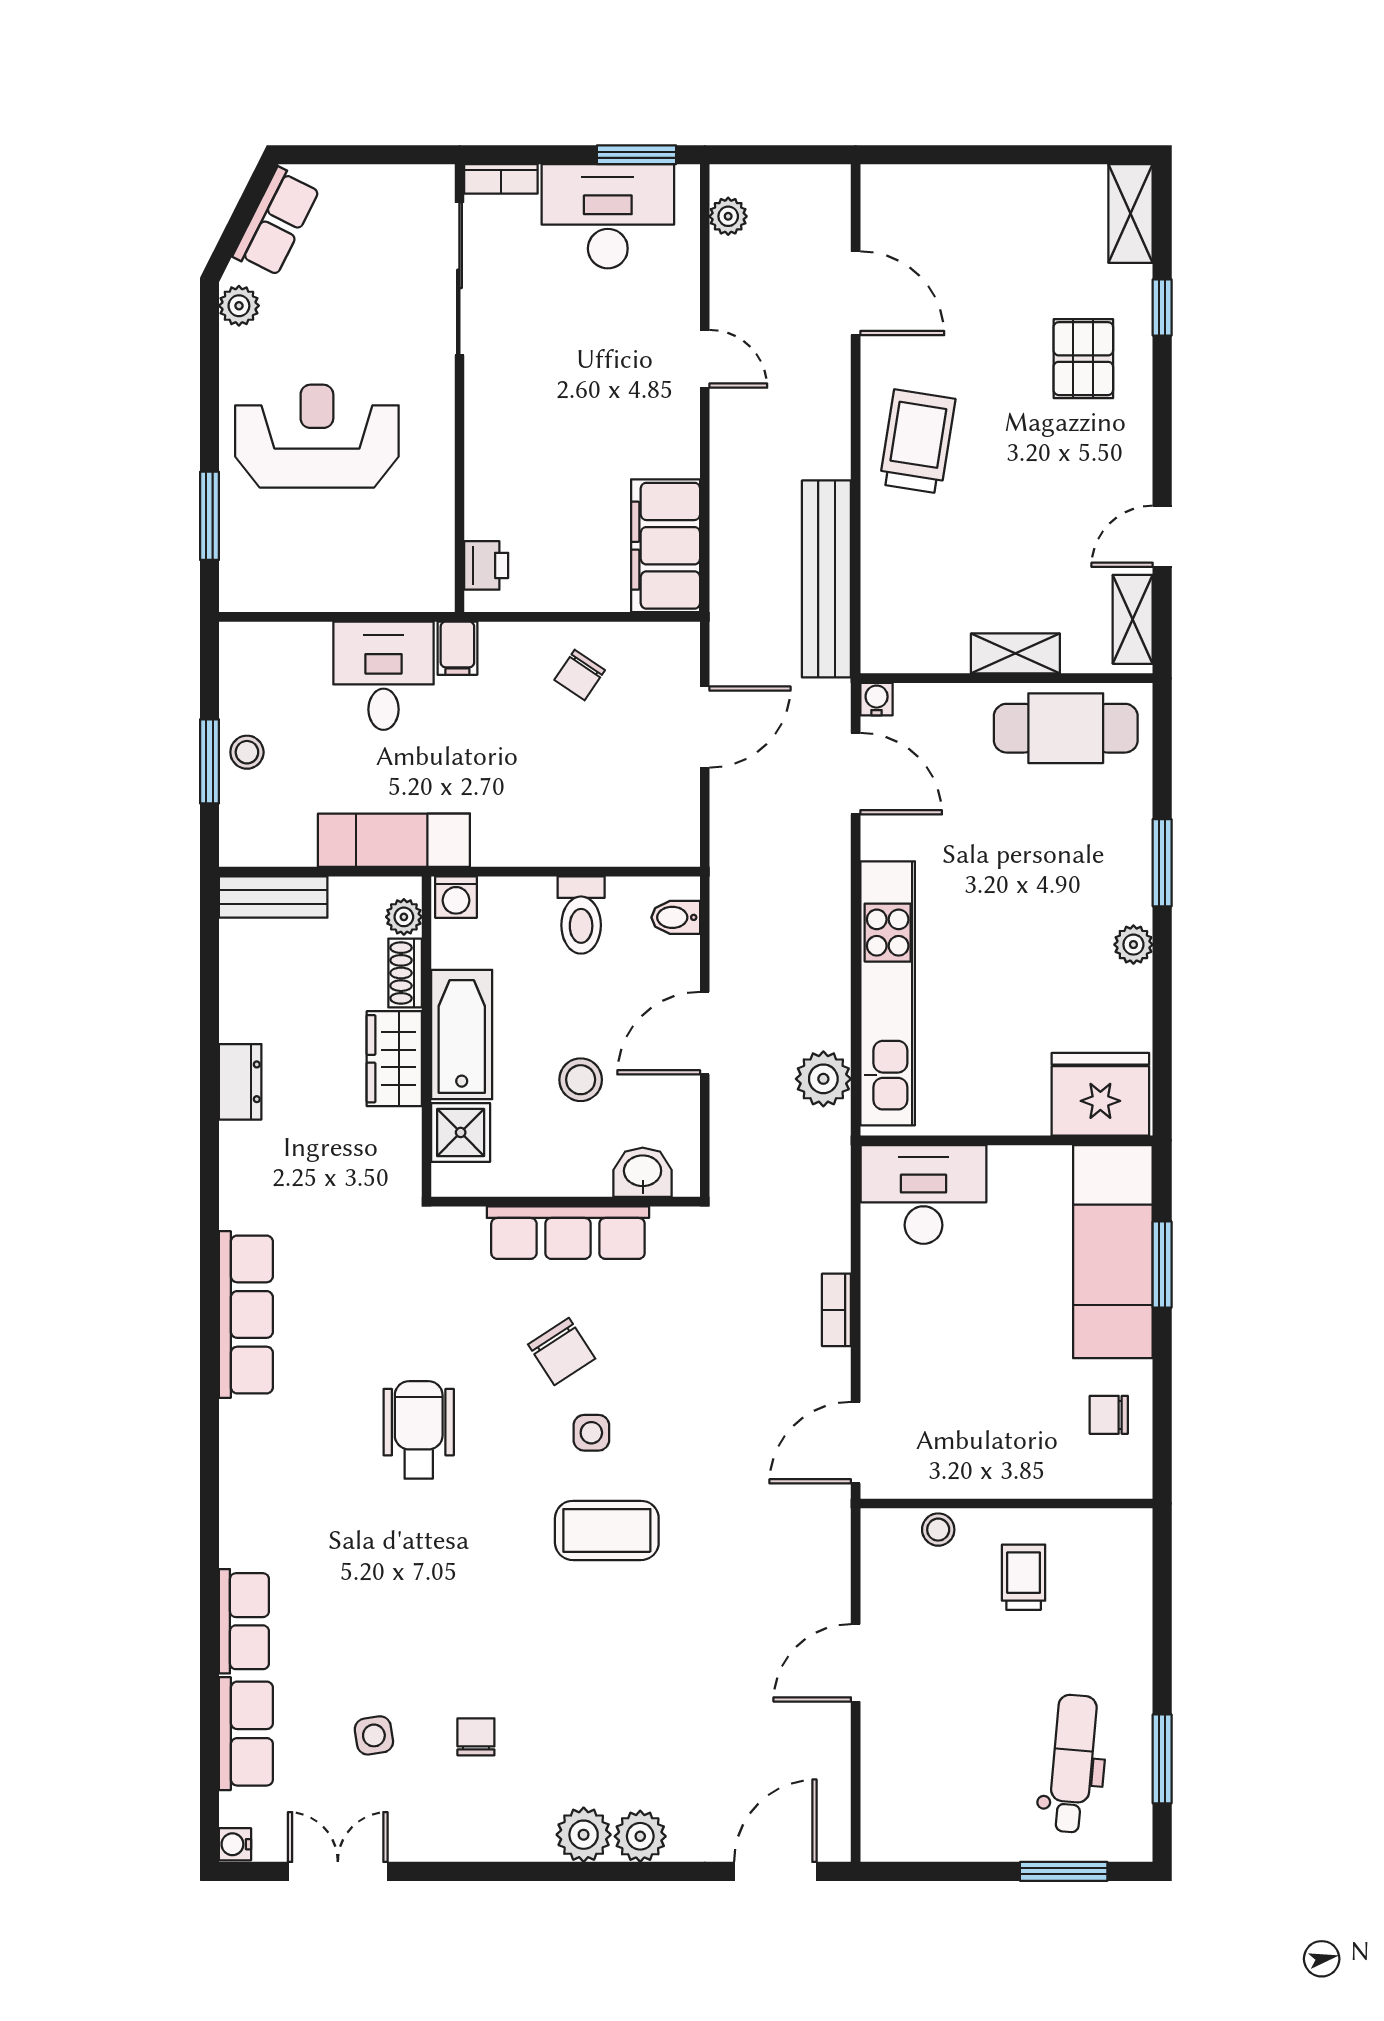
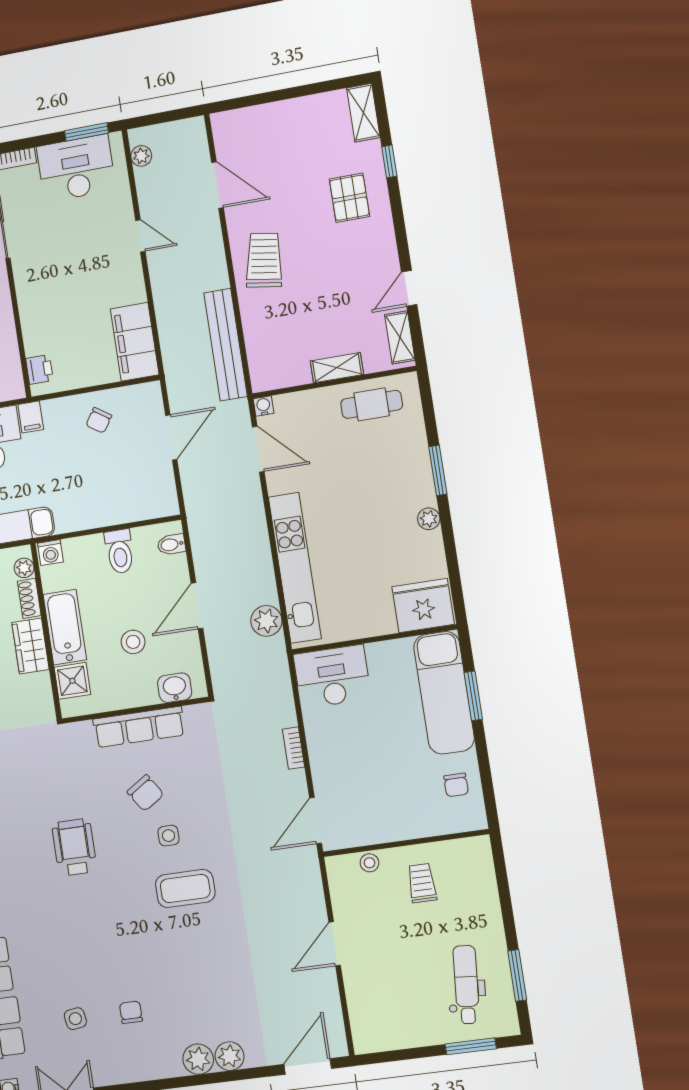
cafe table: (1066, 728) -> (372, 404), width x0.73, depth x0.74
chair: (1109, 1415) -> (456, 785), turned -90

